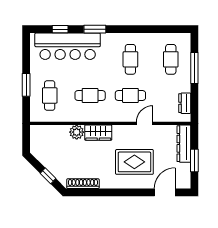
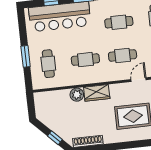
cafe table: (130, 59) -> (119, 22), turned 90

